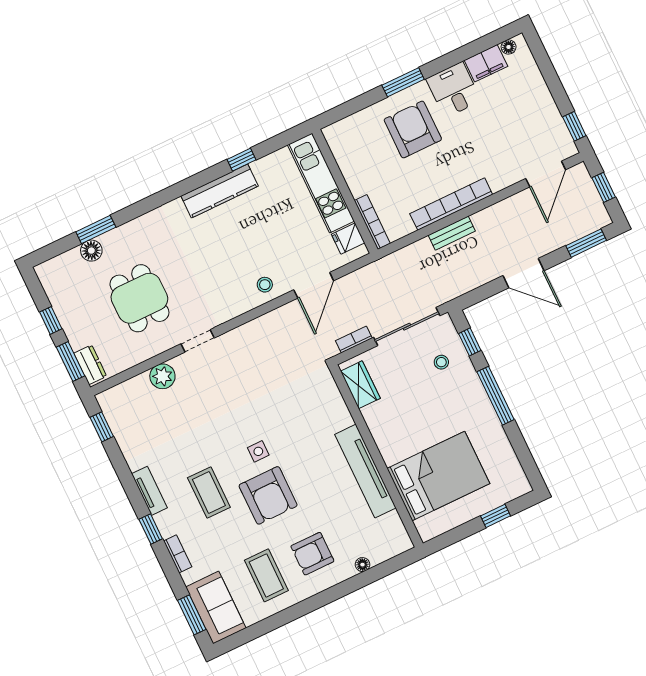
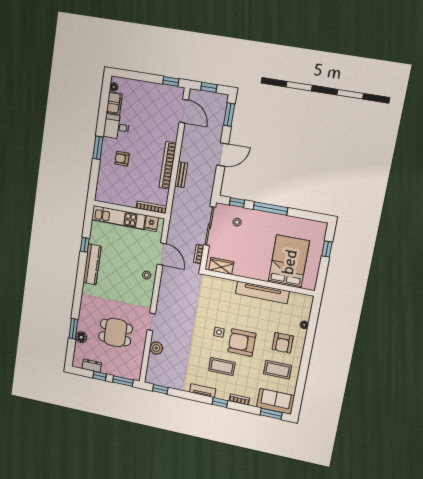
armchair: (413, 129) -> (122, 159), width x0.53, depth x0.53
dresser: (90, 365) -> (92, 366), moved
armchair: (268, 495) -> (242, 343), turned 180

